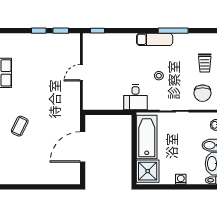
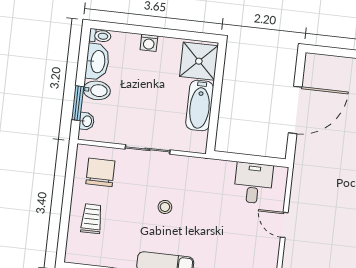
door: (81, 73) -> (284, 225), swing flipped
desk: (135, 97) -> (253, 183), moved
bathtub: (147, 137) -> (200, 106), width x0.73, depth x0.73

